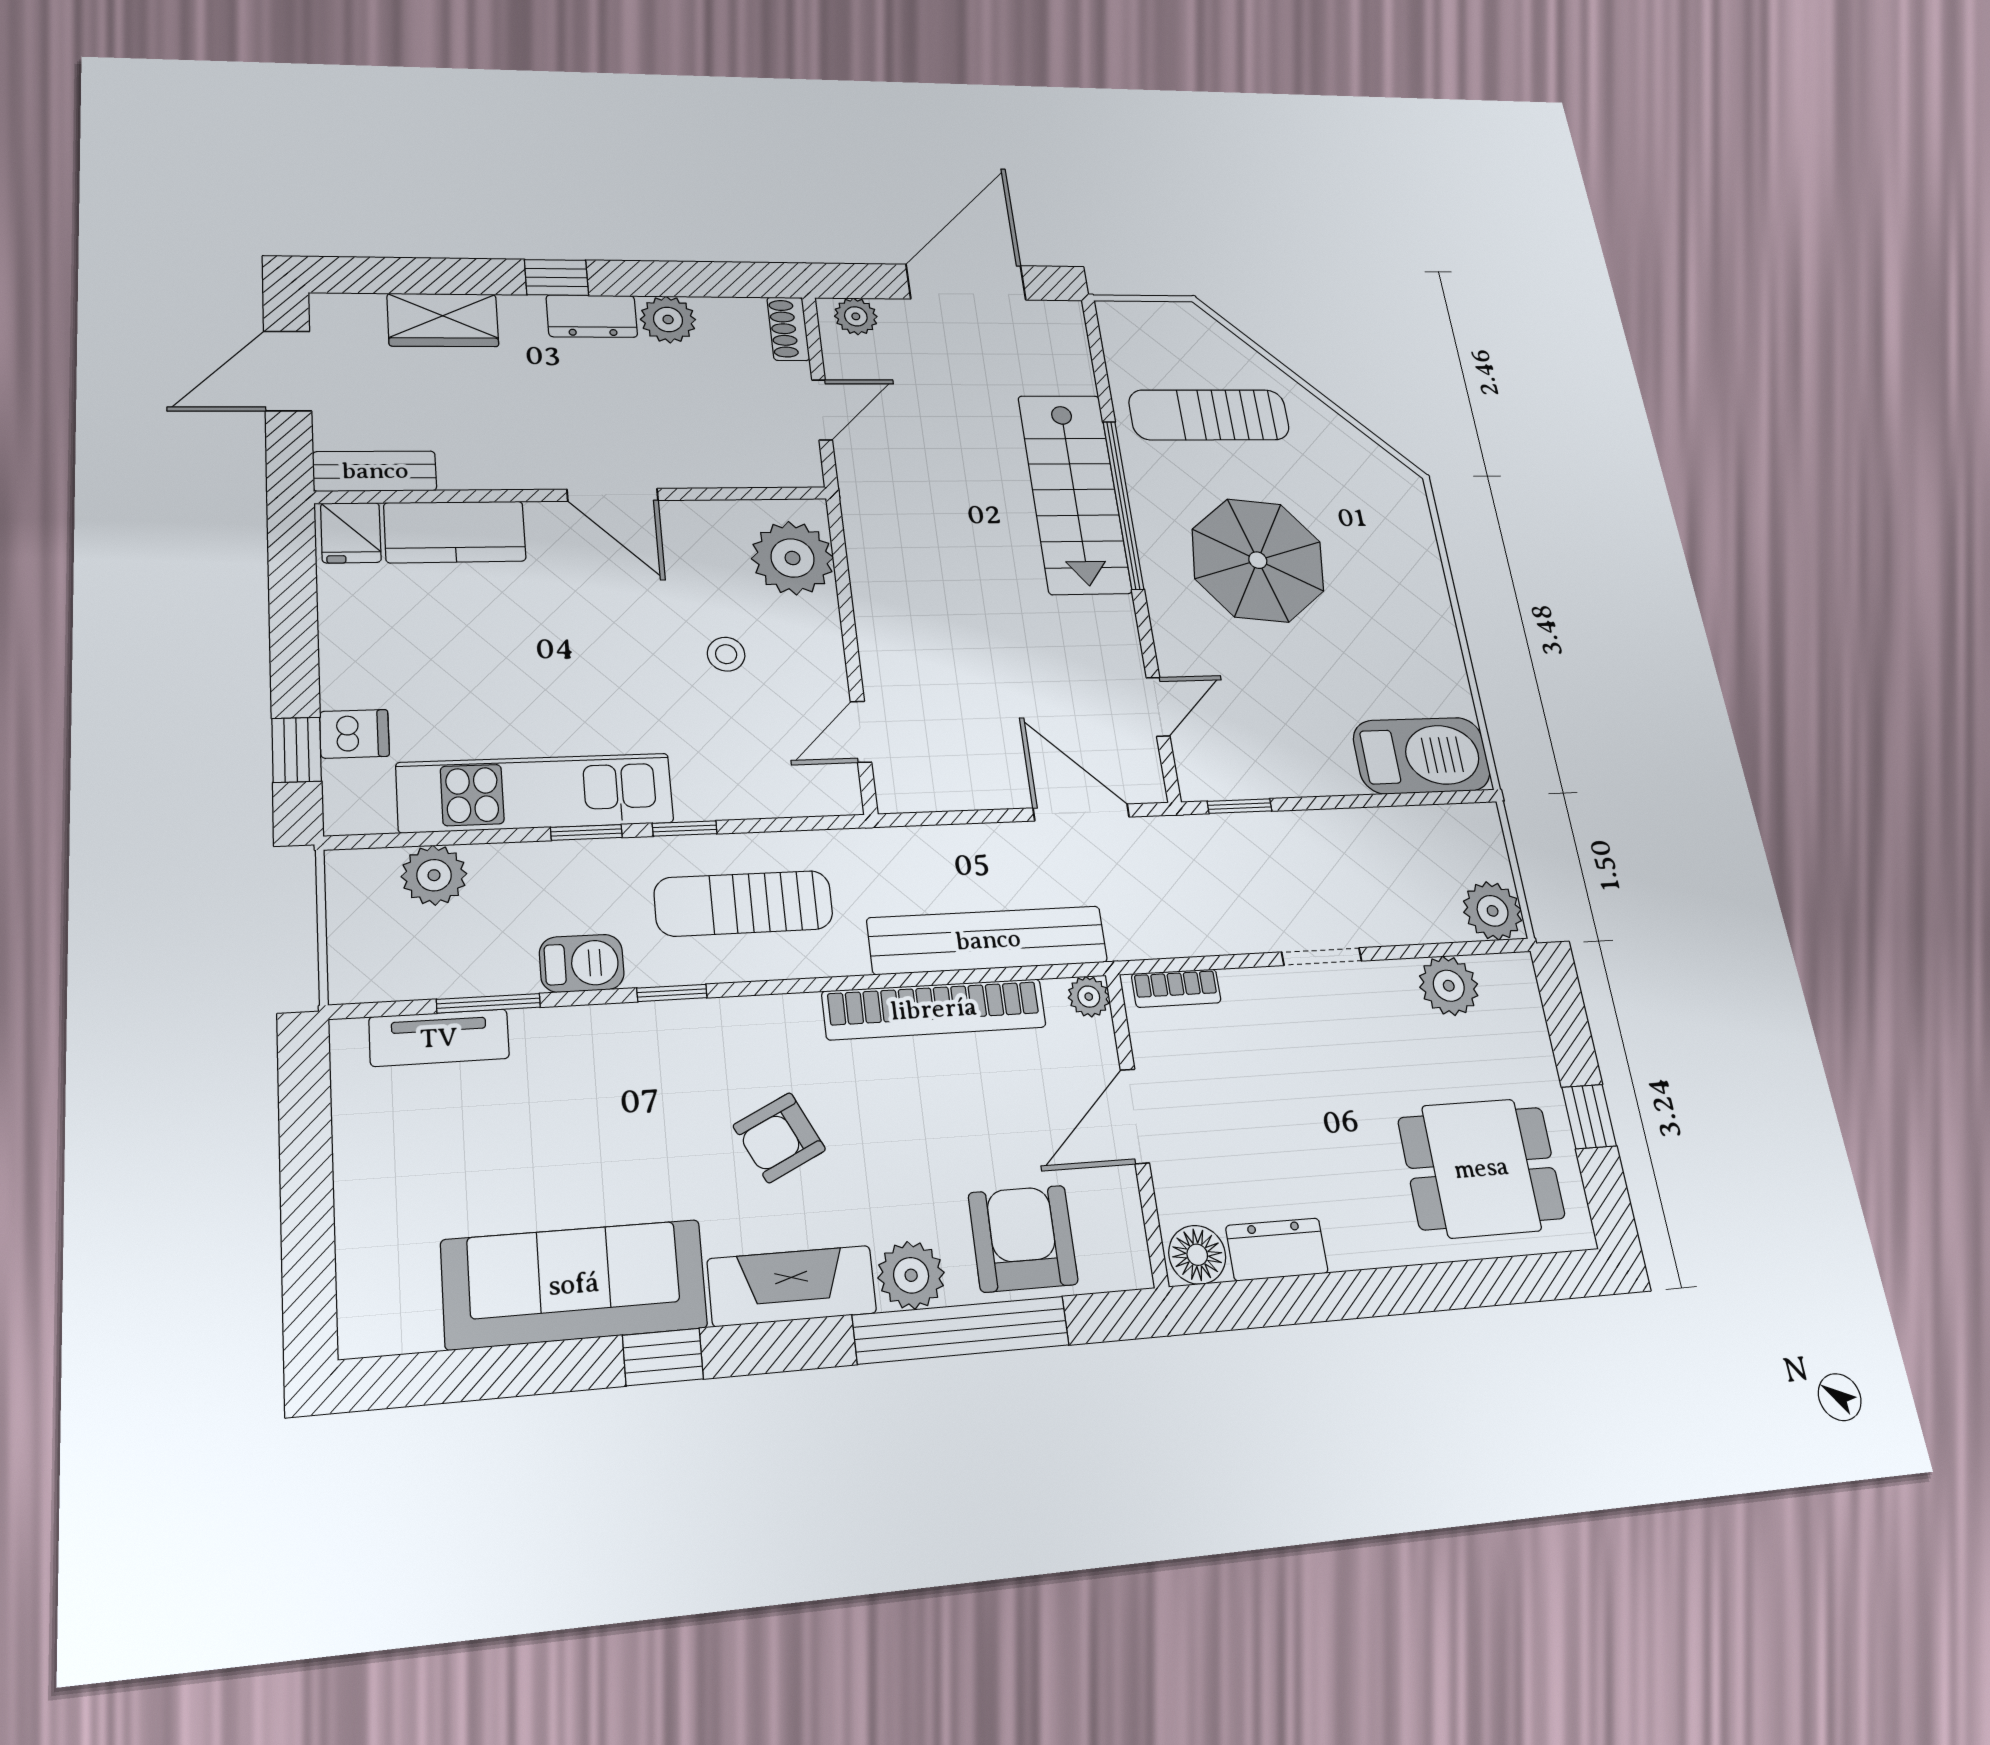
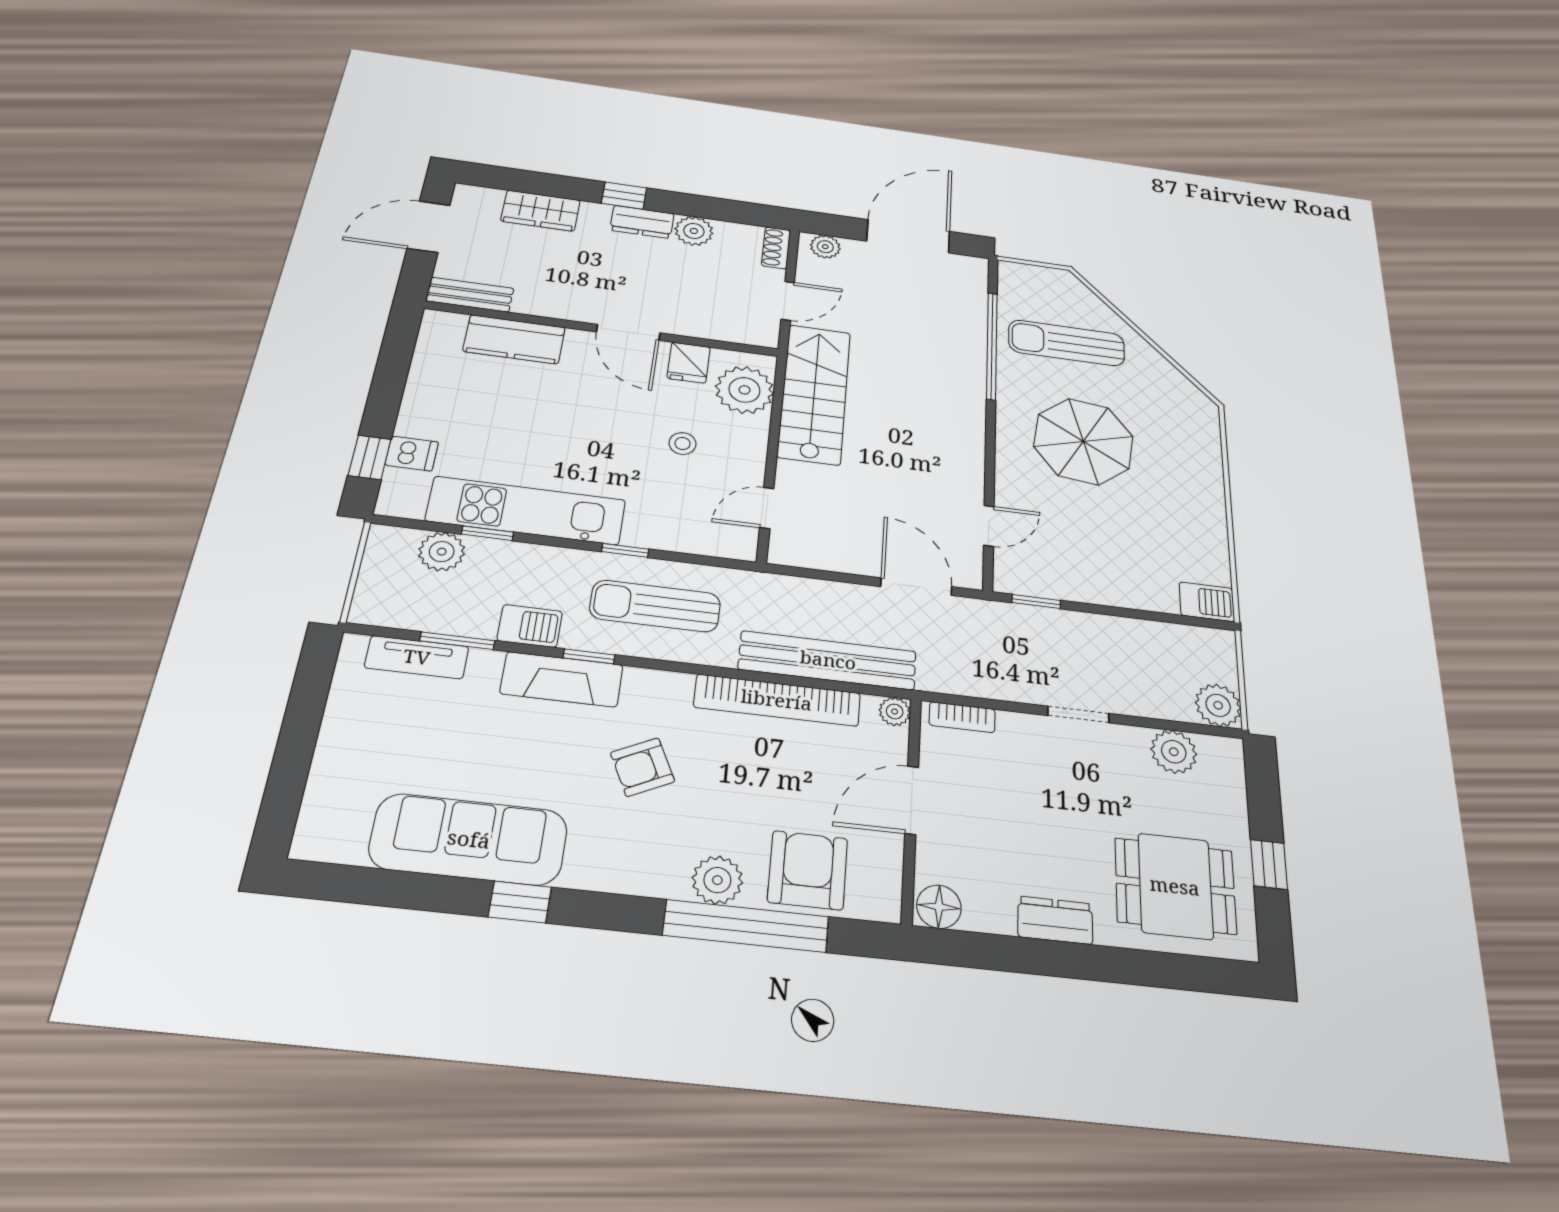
stairs: (1074, 493) -> (814, 394), moved, turned 180
window: (1123, 505) -> (992, 346), moved
fridge: (351, 533) -> (689, 363), moved
barbecue: (1422, 756) -> (1207, 602), width x0.53, depth x0.65
window: (586, 832) -> (487, 533), moved
dresser: (1277, 1249) -> (1055, 920), moved
fireplace: (792, 1286) -> (562, 679), moved, turned 180

